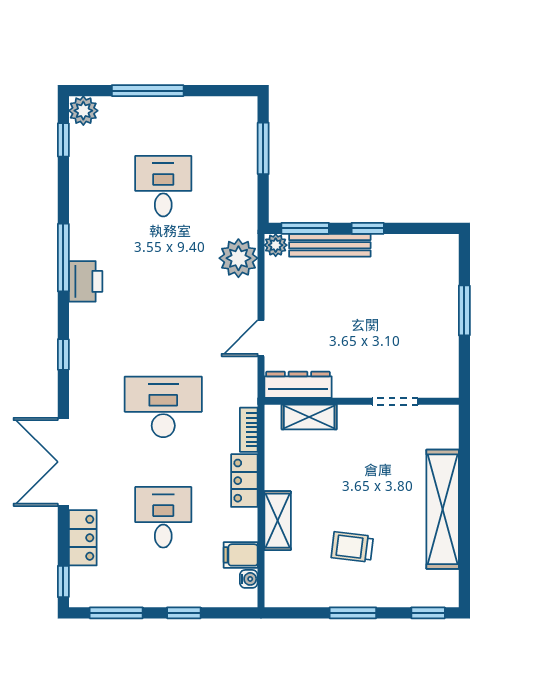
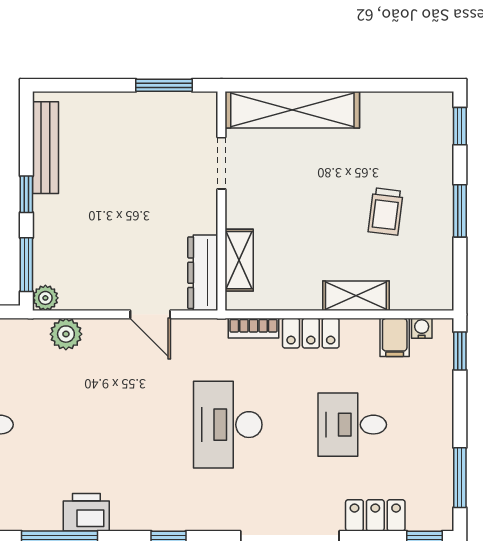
bench: (330, 245) -> (46, 148), moved
plant: (238, 258) -> (66, 334), width x0.73, depth x0.73
window: (464, 310) -> (164, 85), moved
shelving: (443, 509) -> (292, 110), moved
window: (184, 613) -> (460, 351), moved

